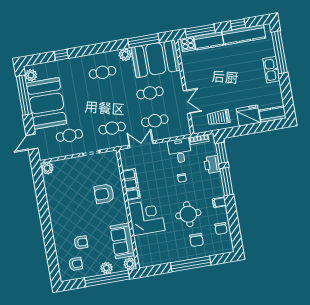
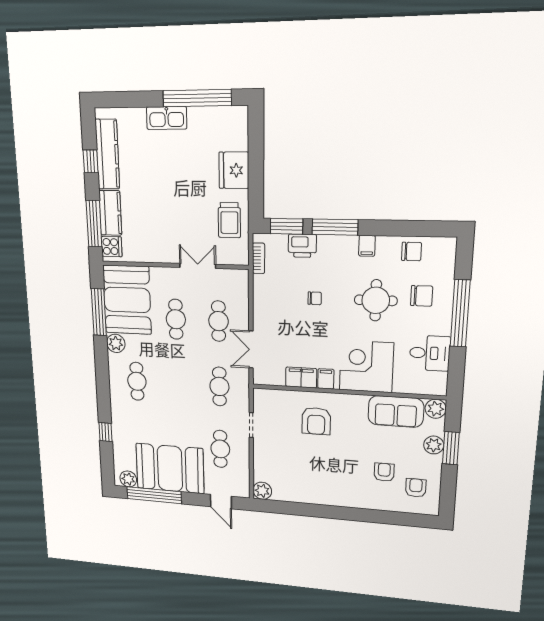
window: (279, 52) -> (197, 98), moved
kitchen counter: (273, 114) -> (238, 128), removed
desk: (180, 151) -> (430, 353), moved, turned 180
window: (107, 278) -> (451, 448), width x0.47

